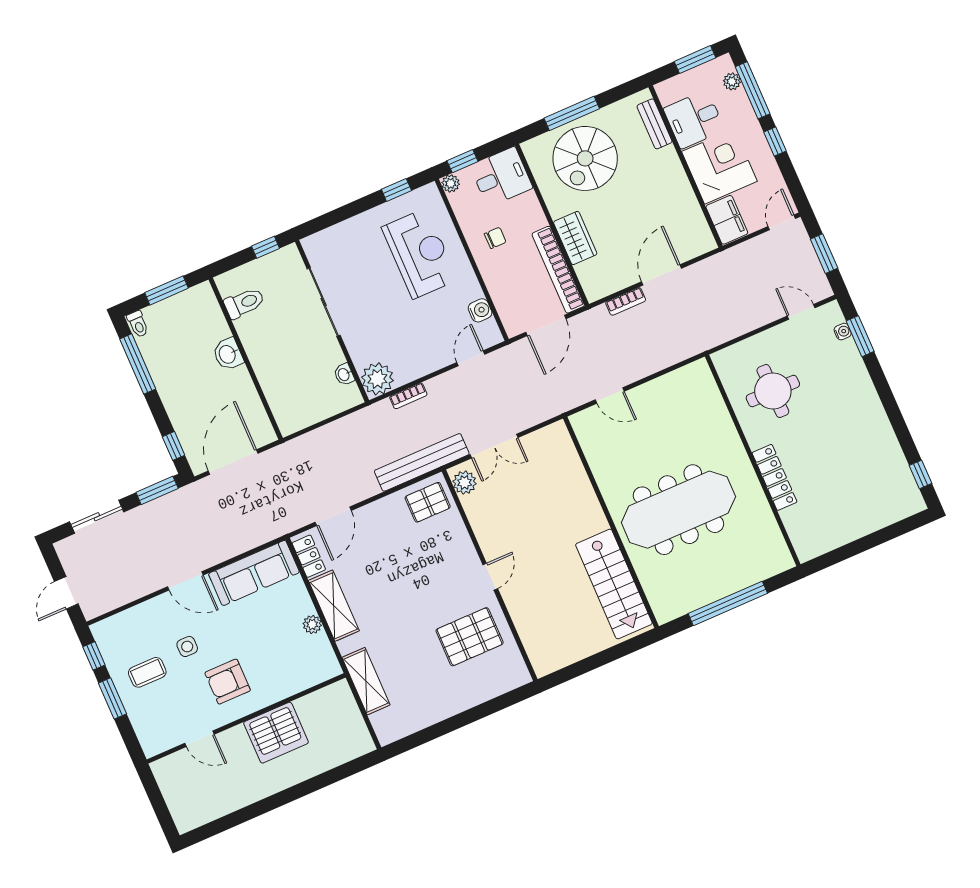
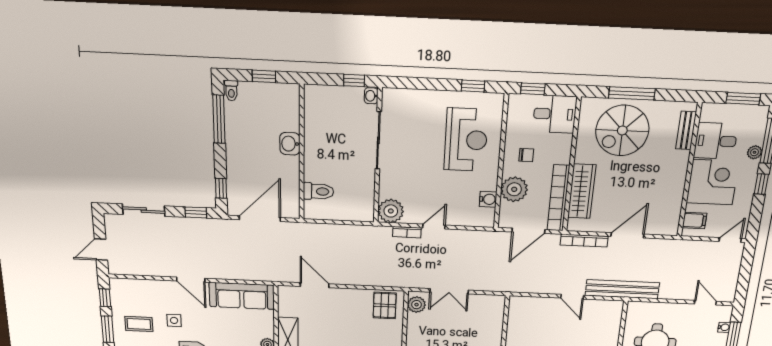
plant: (732, 81) -> (754, 152), moved
plant: (451, 183) -> (514, 189), moved, width x1.87, depth x1.87
filing cabinet: (727, 220) -> (694, 220), width x0.50
wardrobe: (575, 238) -> (582, 191), width x1.50
window: (824, 254) -> (745, 273), removed
window: (166, 290) -> (264, 76), width x0.67
bookcase: (626, 301) -> (584, 241), width x1.56
toilet: (244, 303) -> (318, 191), moved
door: (471, 358) -> (434, 227), moved
washbasin: (344, 374) -> (371, 96), moved
door: (610, 395) -> (572, 297), moved
bench: (422, 462) -> (622, 289), moved
window: (157, 490) -> (196, 212), width x0.67
pallet: (428, 502) -> (385, 305), turned 90
door: (333, 516) -> (315, 285), swing flipped
locker: (309, 556) -> (285, 302), removed

